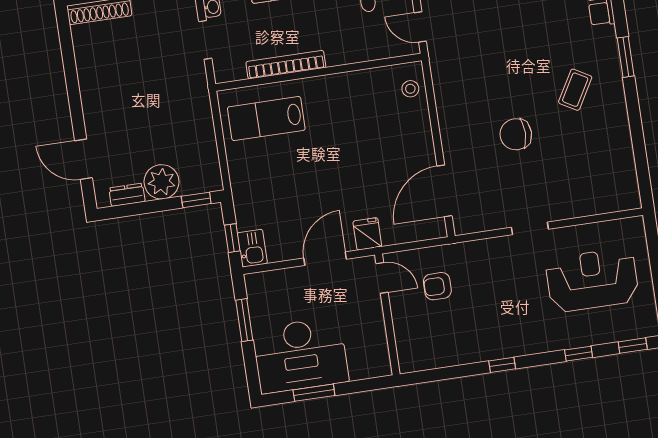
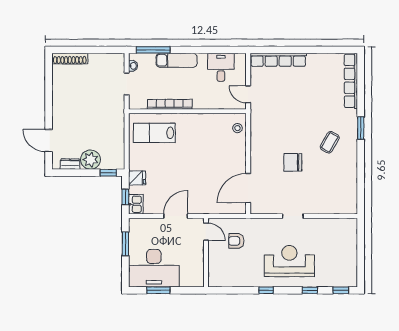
fridge: (367, 234) -> (137, 178), moved, turned 90
reception desk: (592, 280) -> (289, 261), moved

